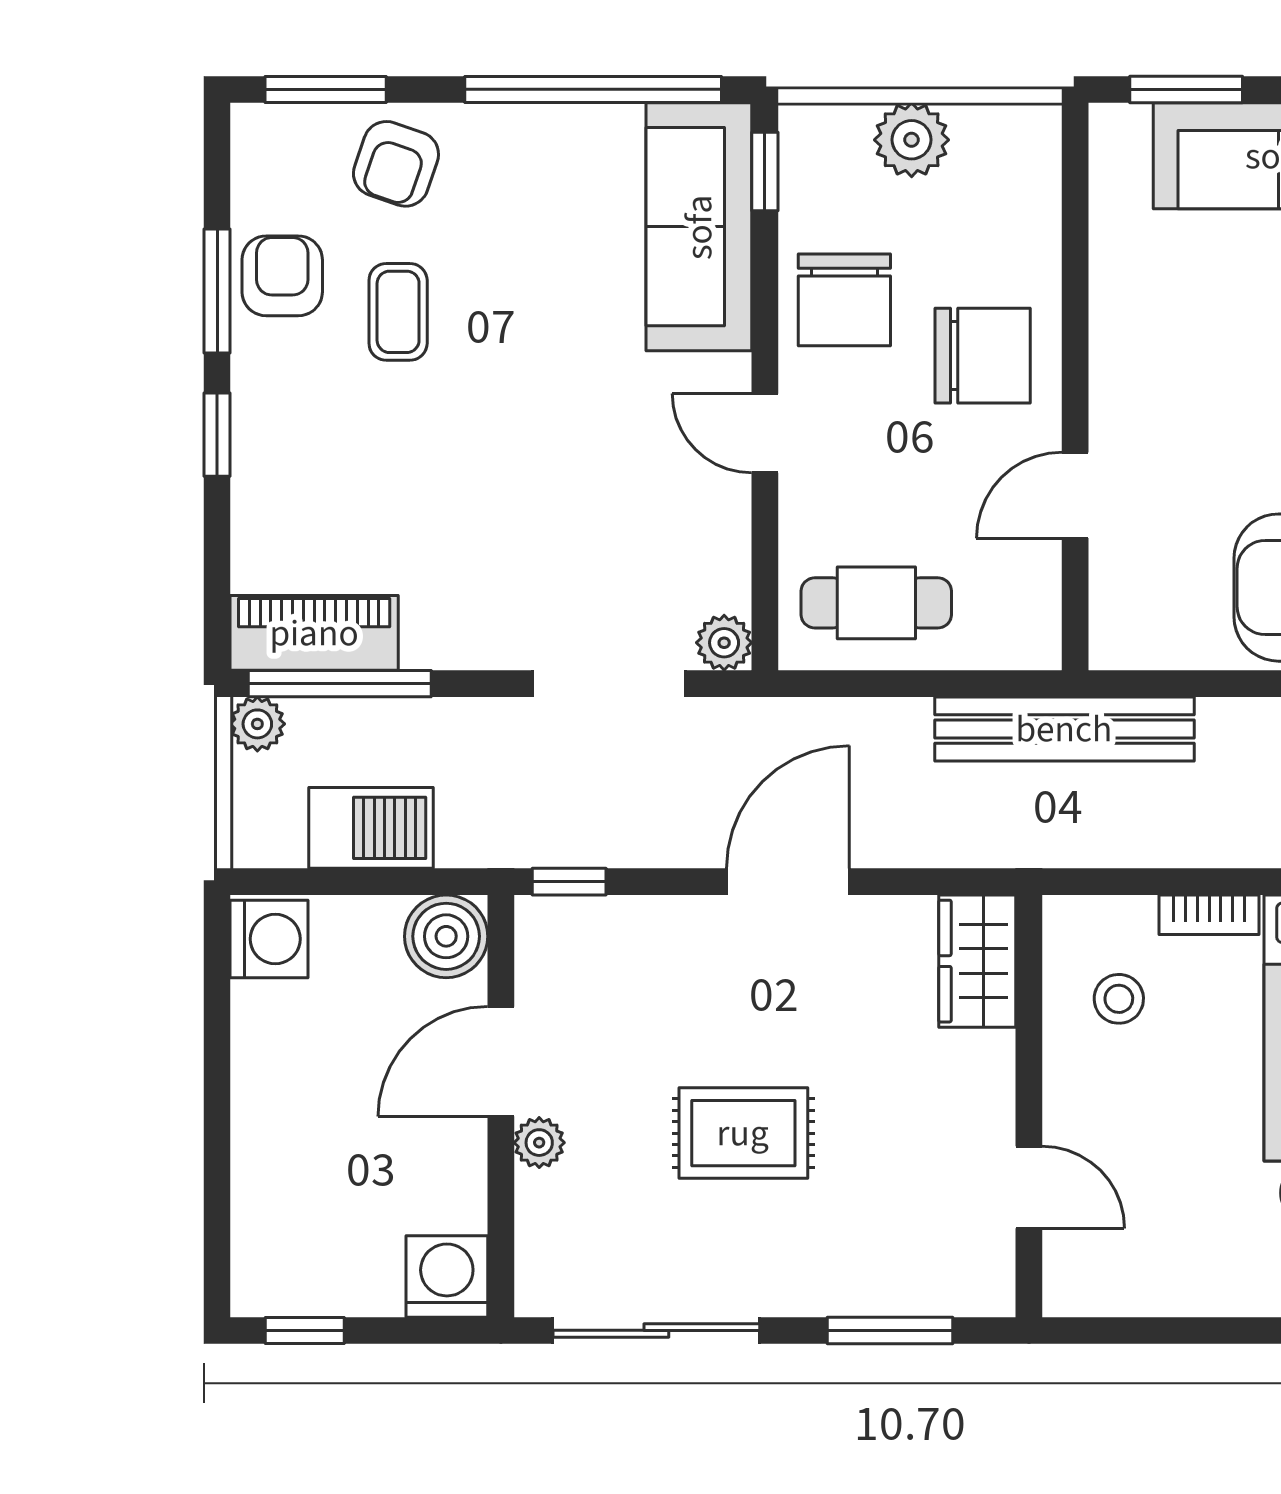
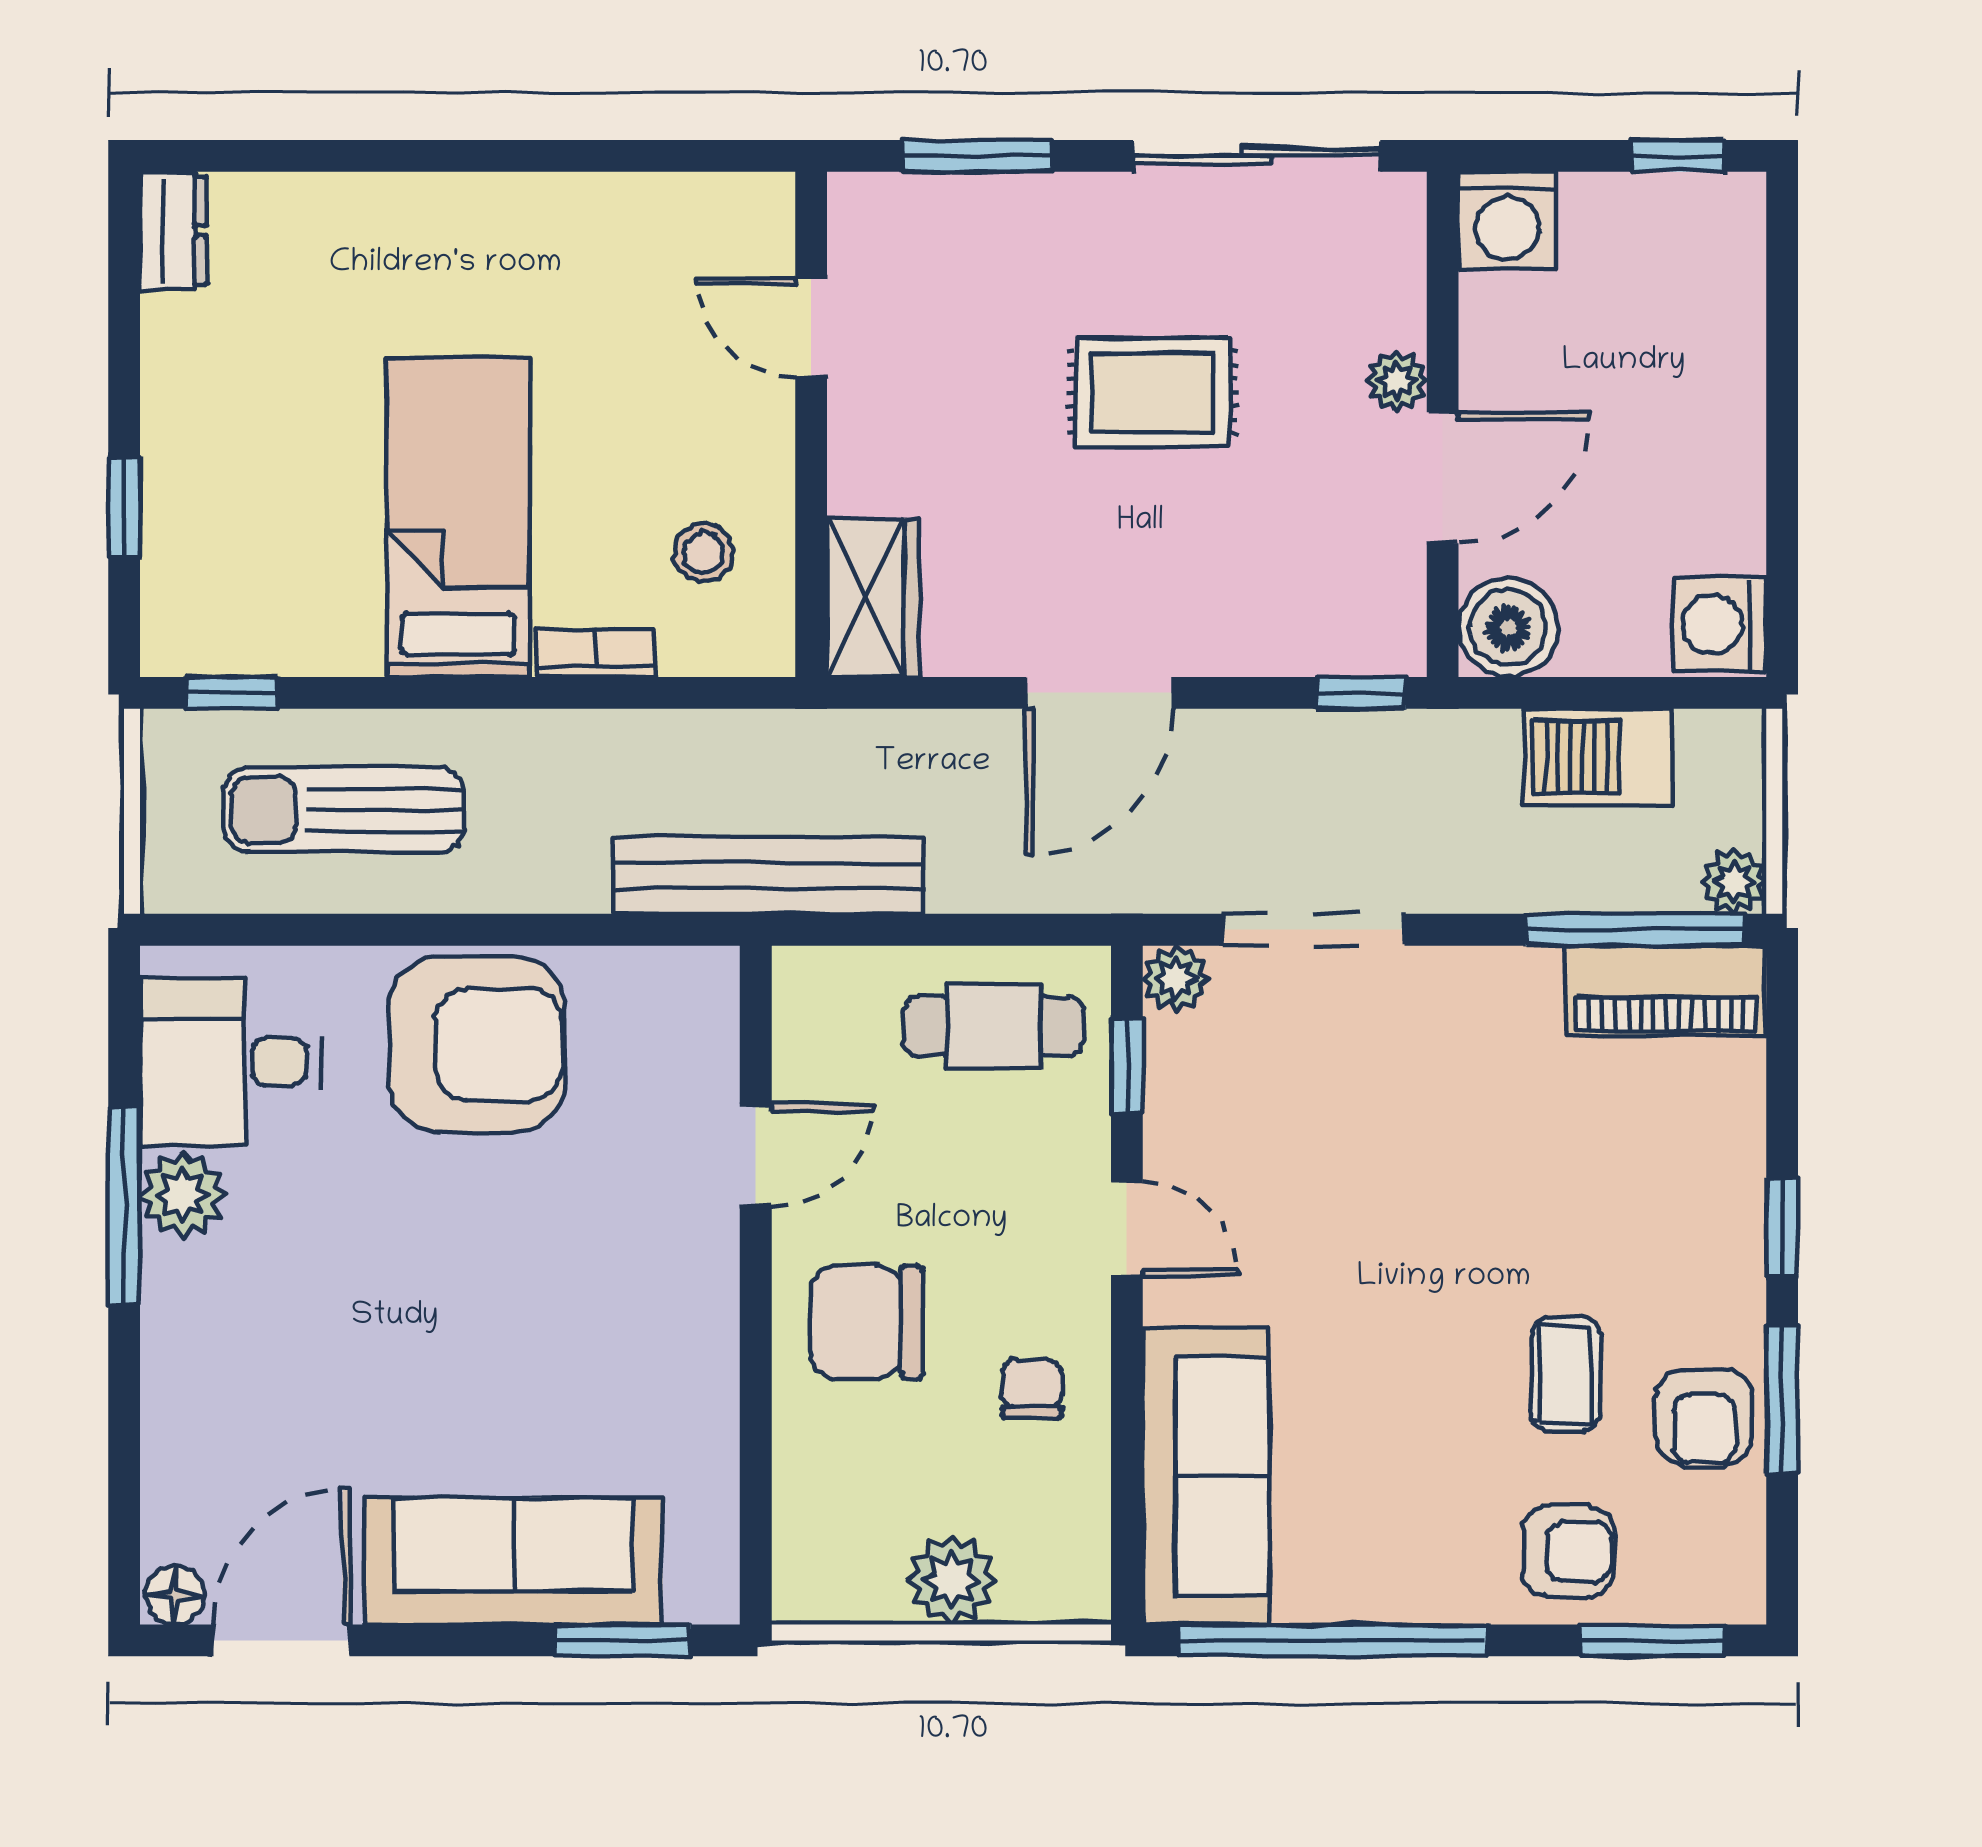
armchair: (396, 164) -> (1568, 1551), turned 74
window: (765, 172) -> (1127, 1065), moved
chair: (844, 300) -> (1032, 1389), width x0.54, depth x0.54

